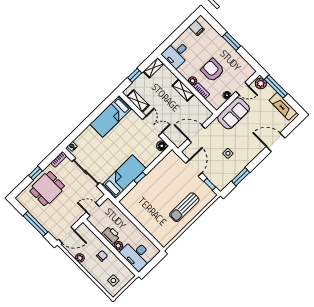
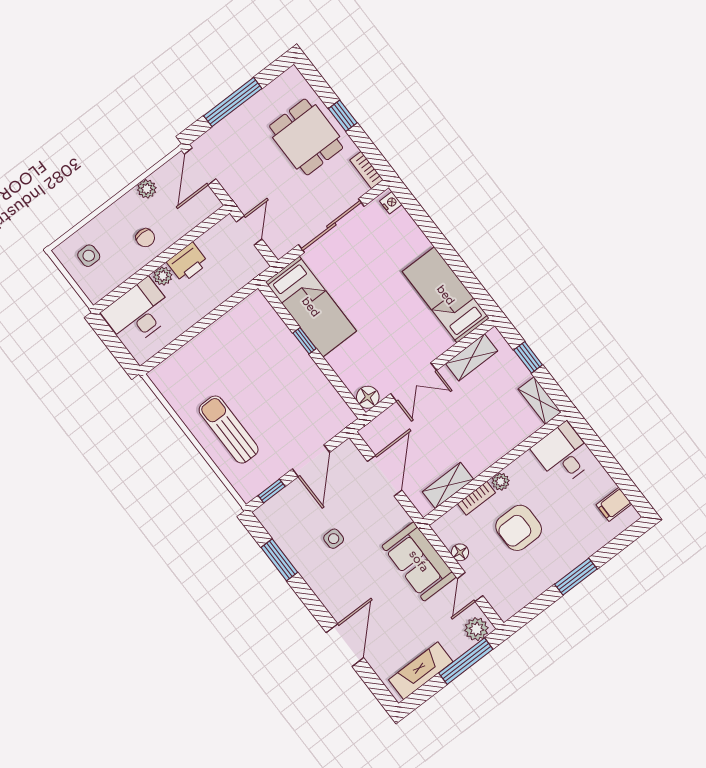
armchair: (213, 70) -> (519, 528), turned 180
shelving: (183, 90) -> (448, 485), moved
door: (194, 168) -> (311, 461), hinge flipped

